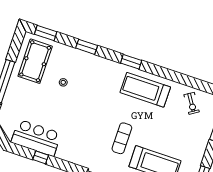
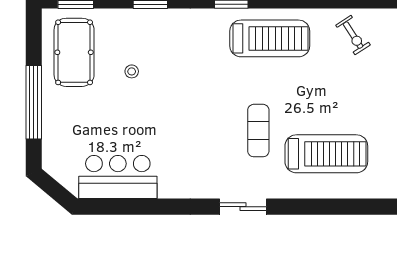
treadmill: (145, 90) -> (270, 38), turned 180
window: (41, 157) -> (136, 207), removed

